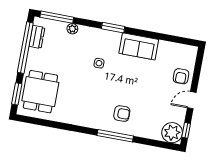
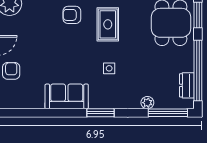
rug: (93, 100) -> (108, 24), added

